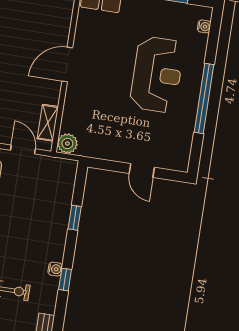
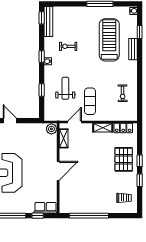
door: (23, 150) -> (75, 122), swing flipped
weight bench: (30, 214) -> (65, 88), added

